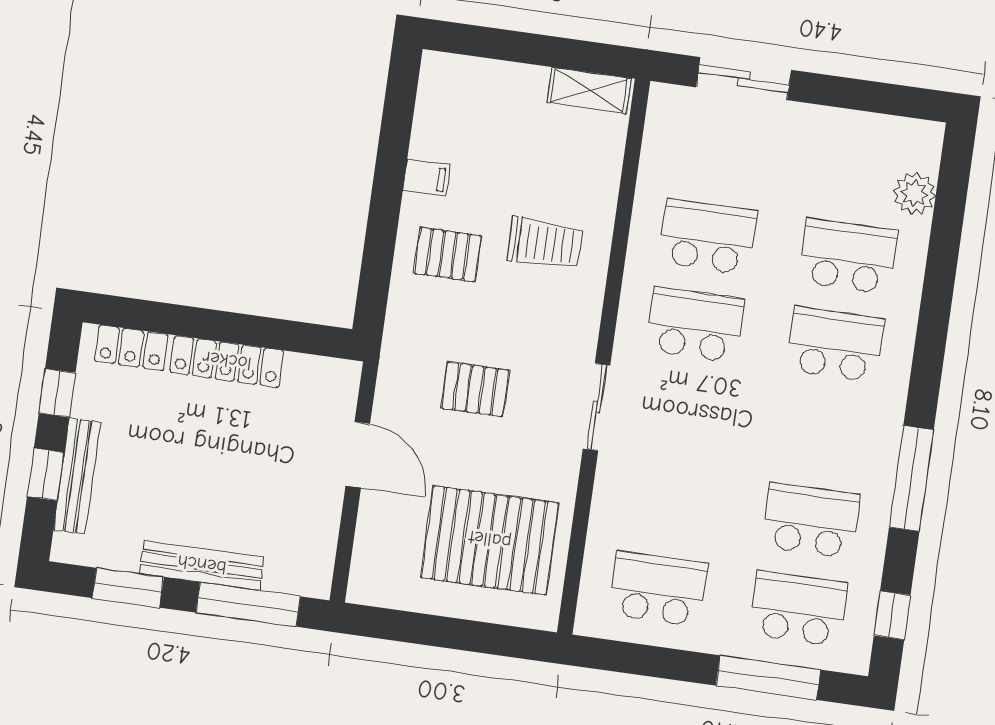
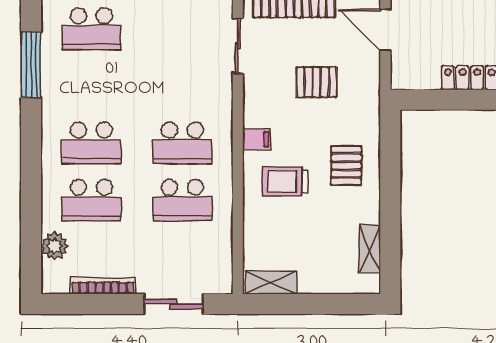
shelving: (429, 122) -> (370, 248), added
bookcase: (848, 122) -> (103, 286), added
filing cabinet: (426, 178) -> (257, 139), moved, turned 180
pallet: (448, 254) -> (346, 166), turned 90
sliding door: (597, 407) -> (238, 46), moved

